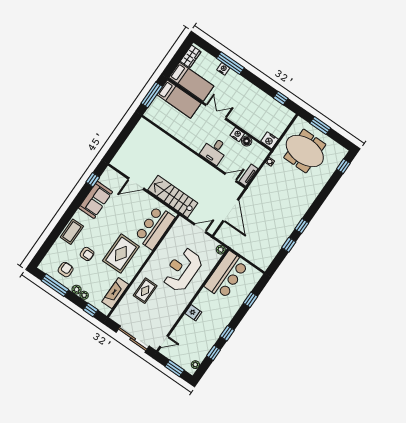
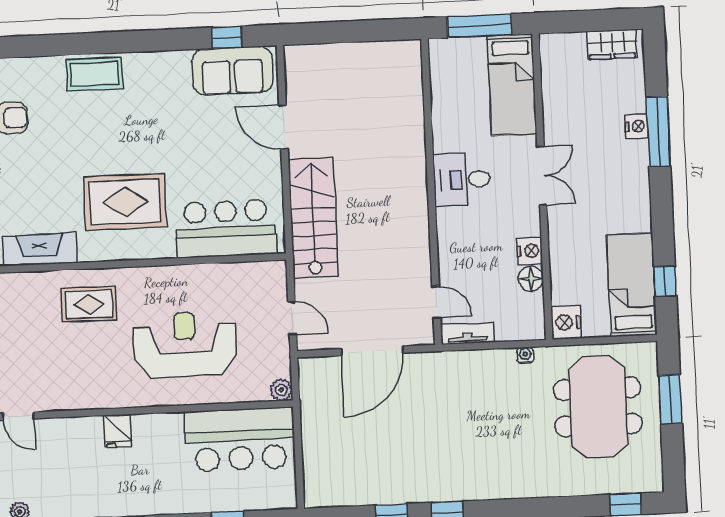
bed: (191, 82) -> (632, 285), moved, turned 180
desk: (214, 151) -> (462, 180), moved
sofa: (96, 200) -> (232, 71), moved
armchair: (87, 254) -> (74, 136), removed

